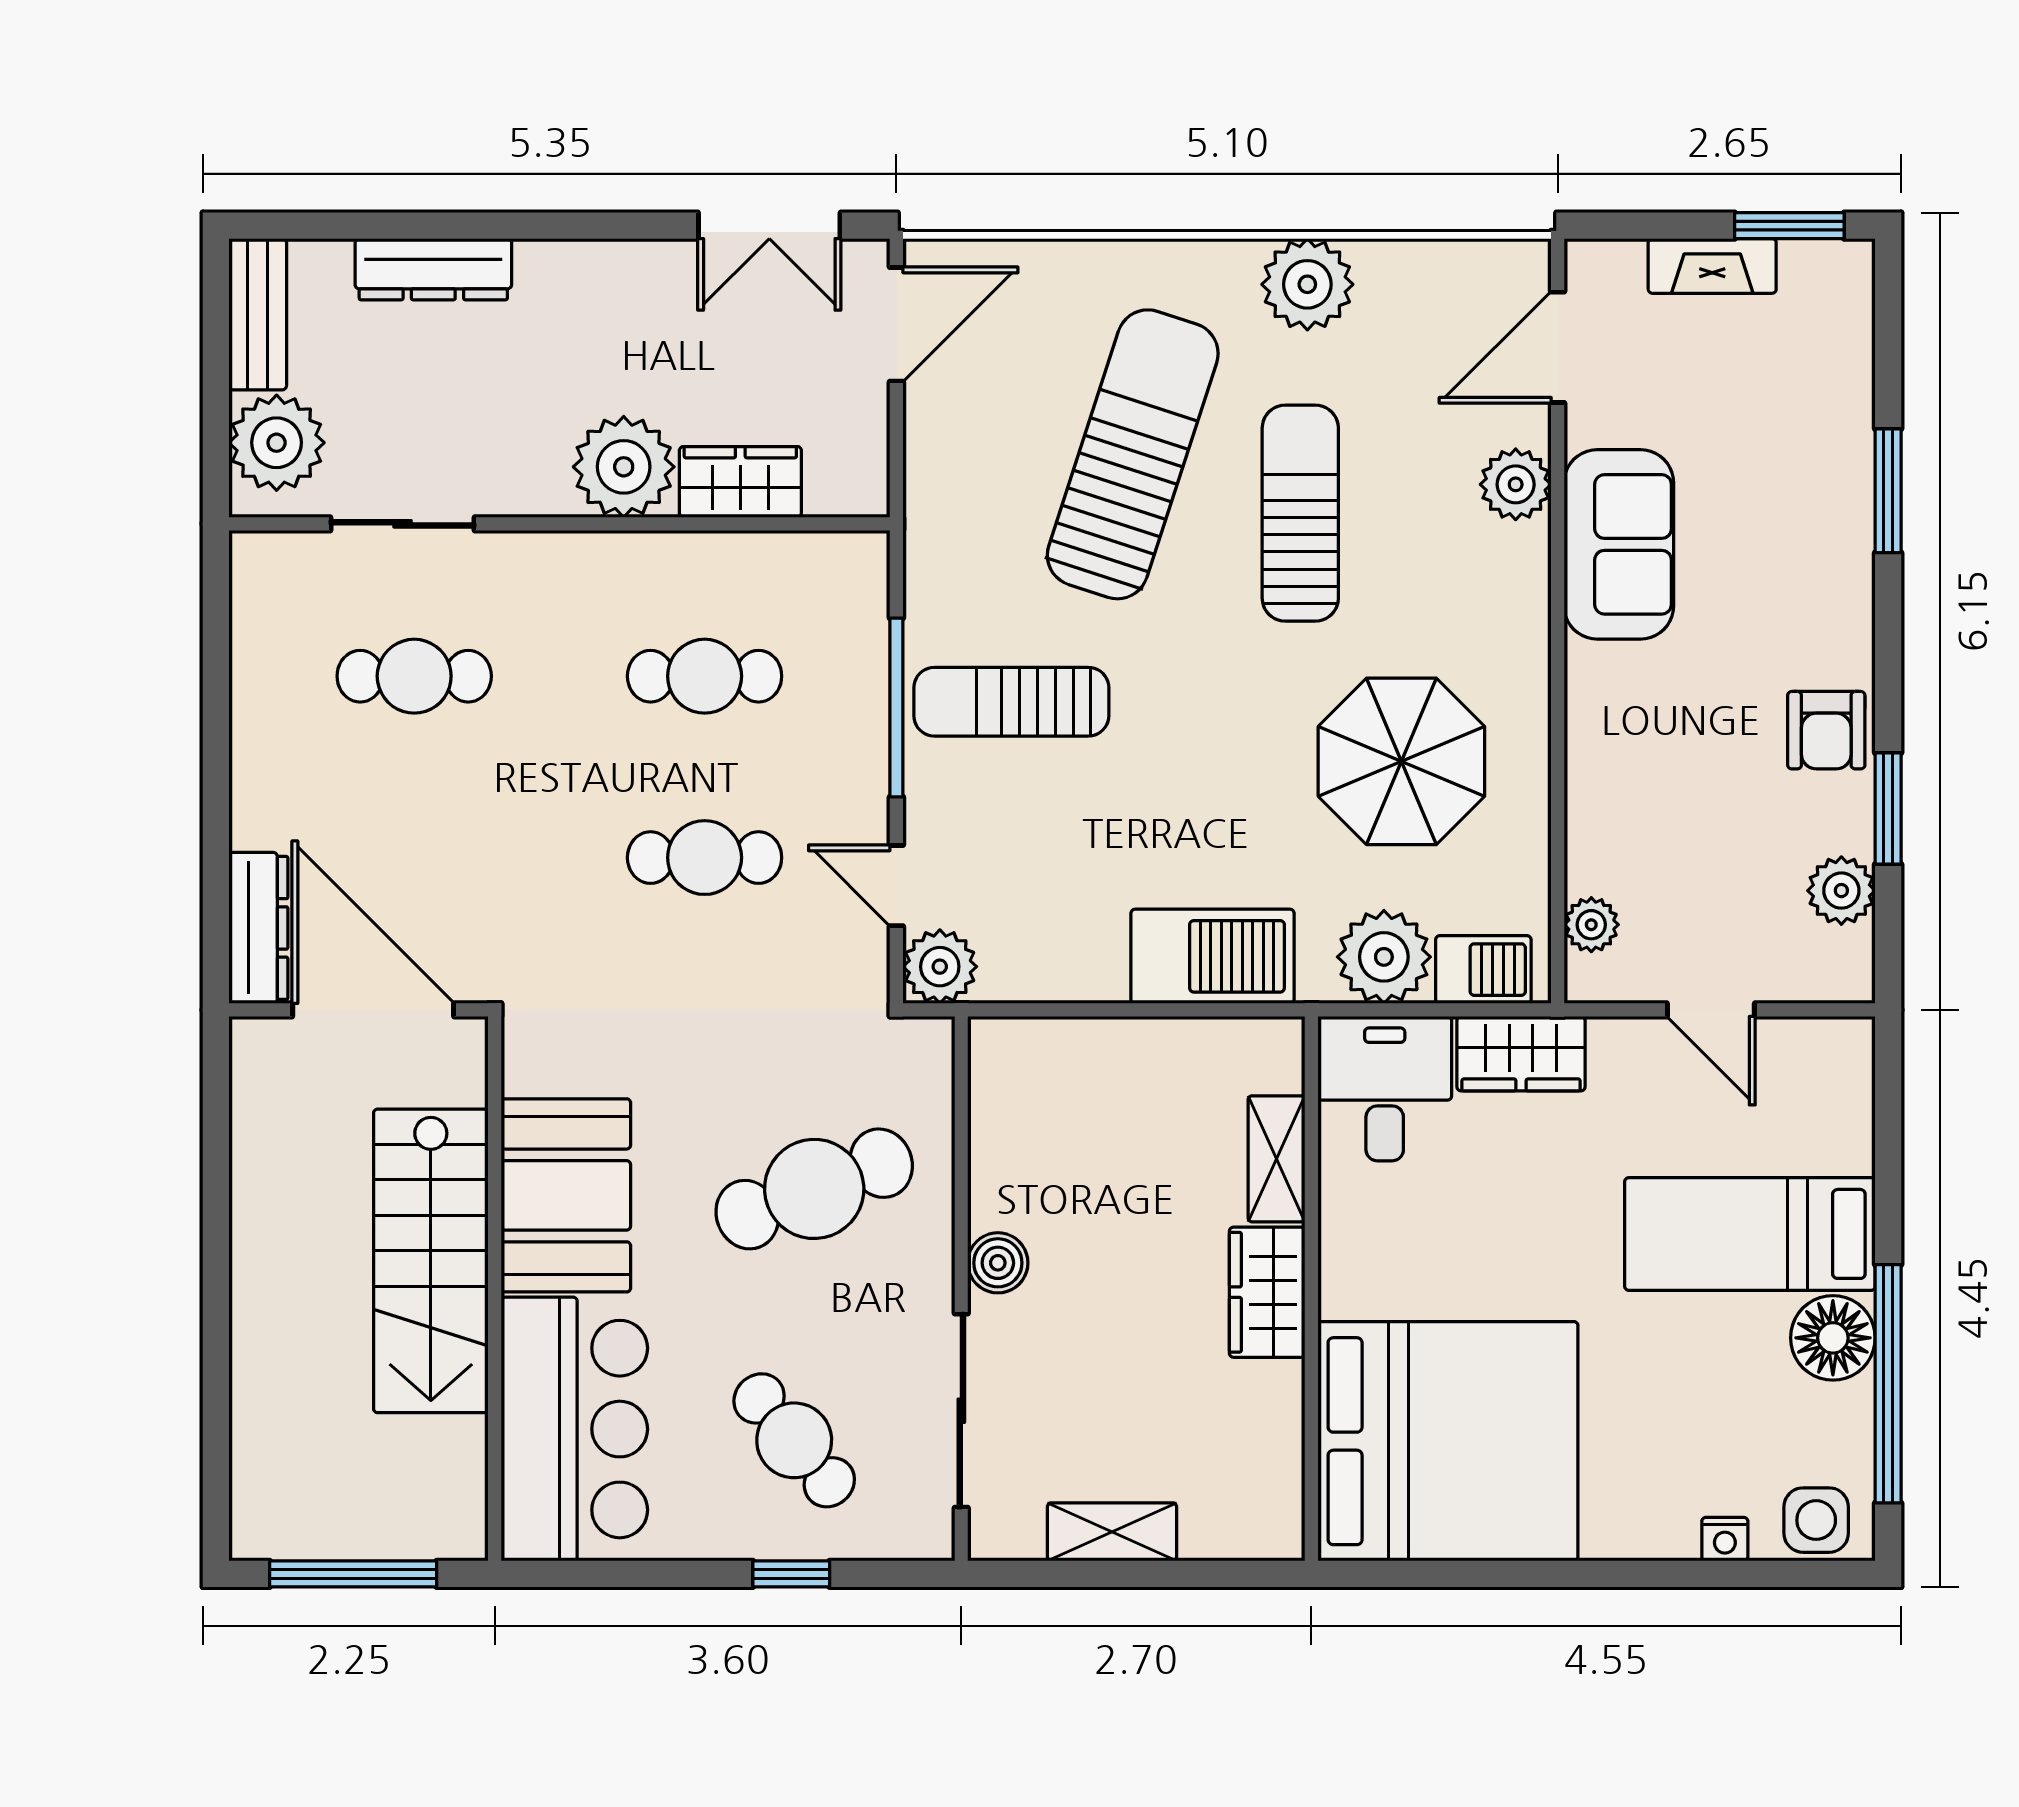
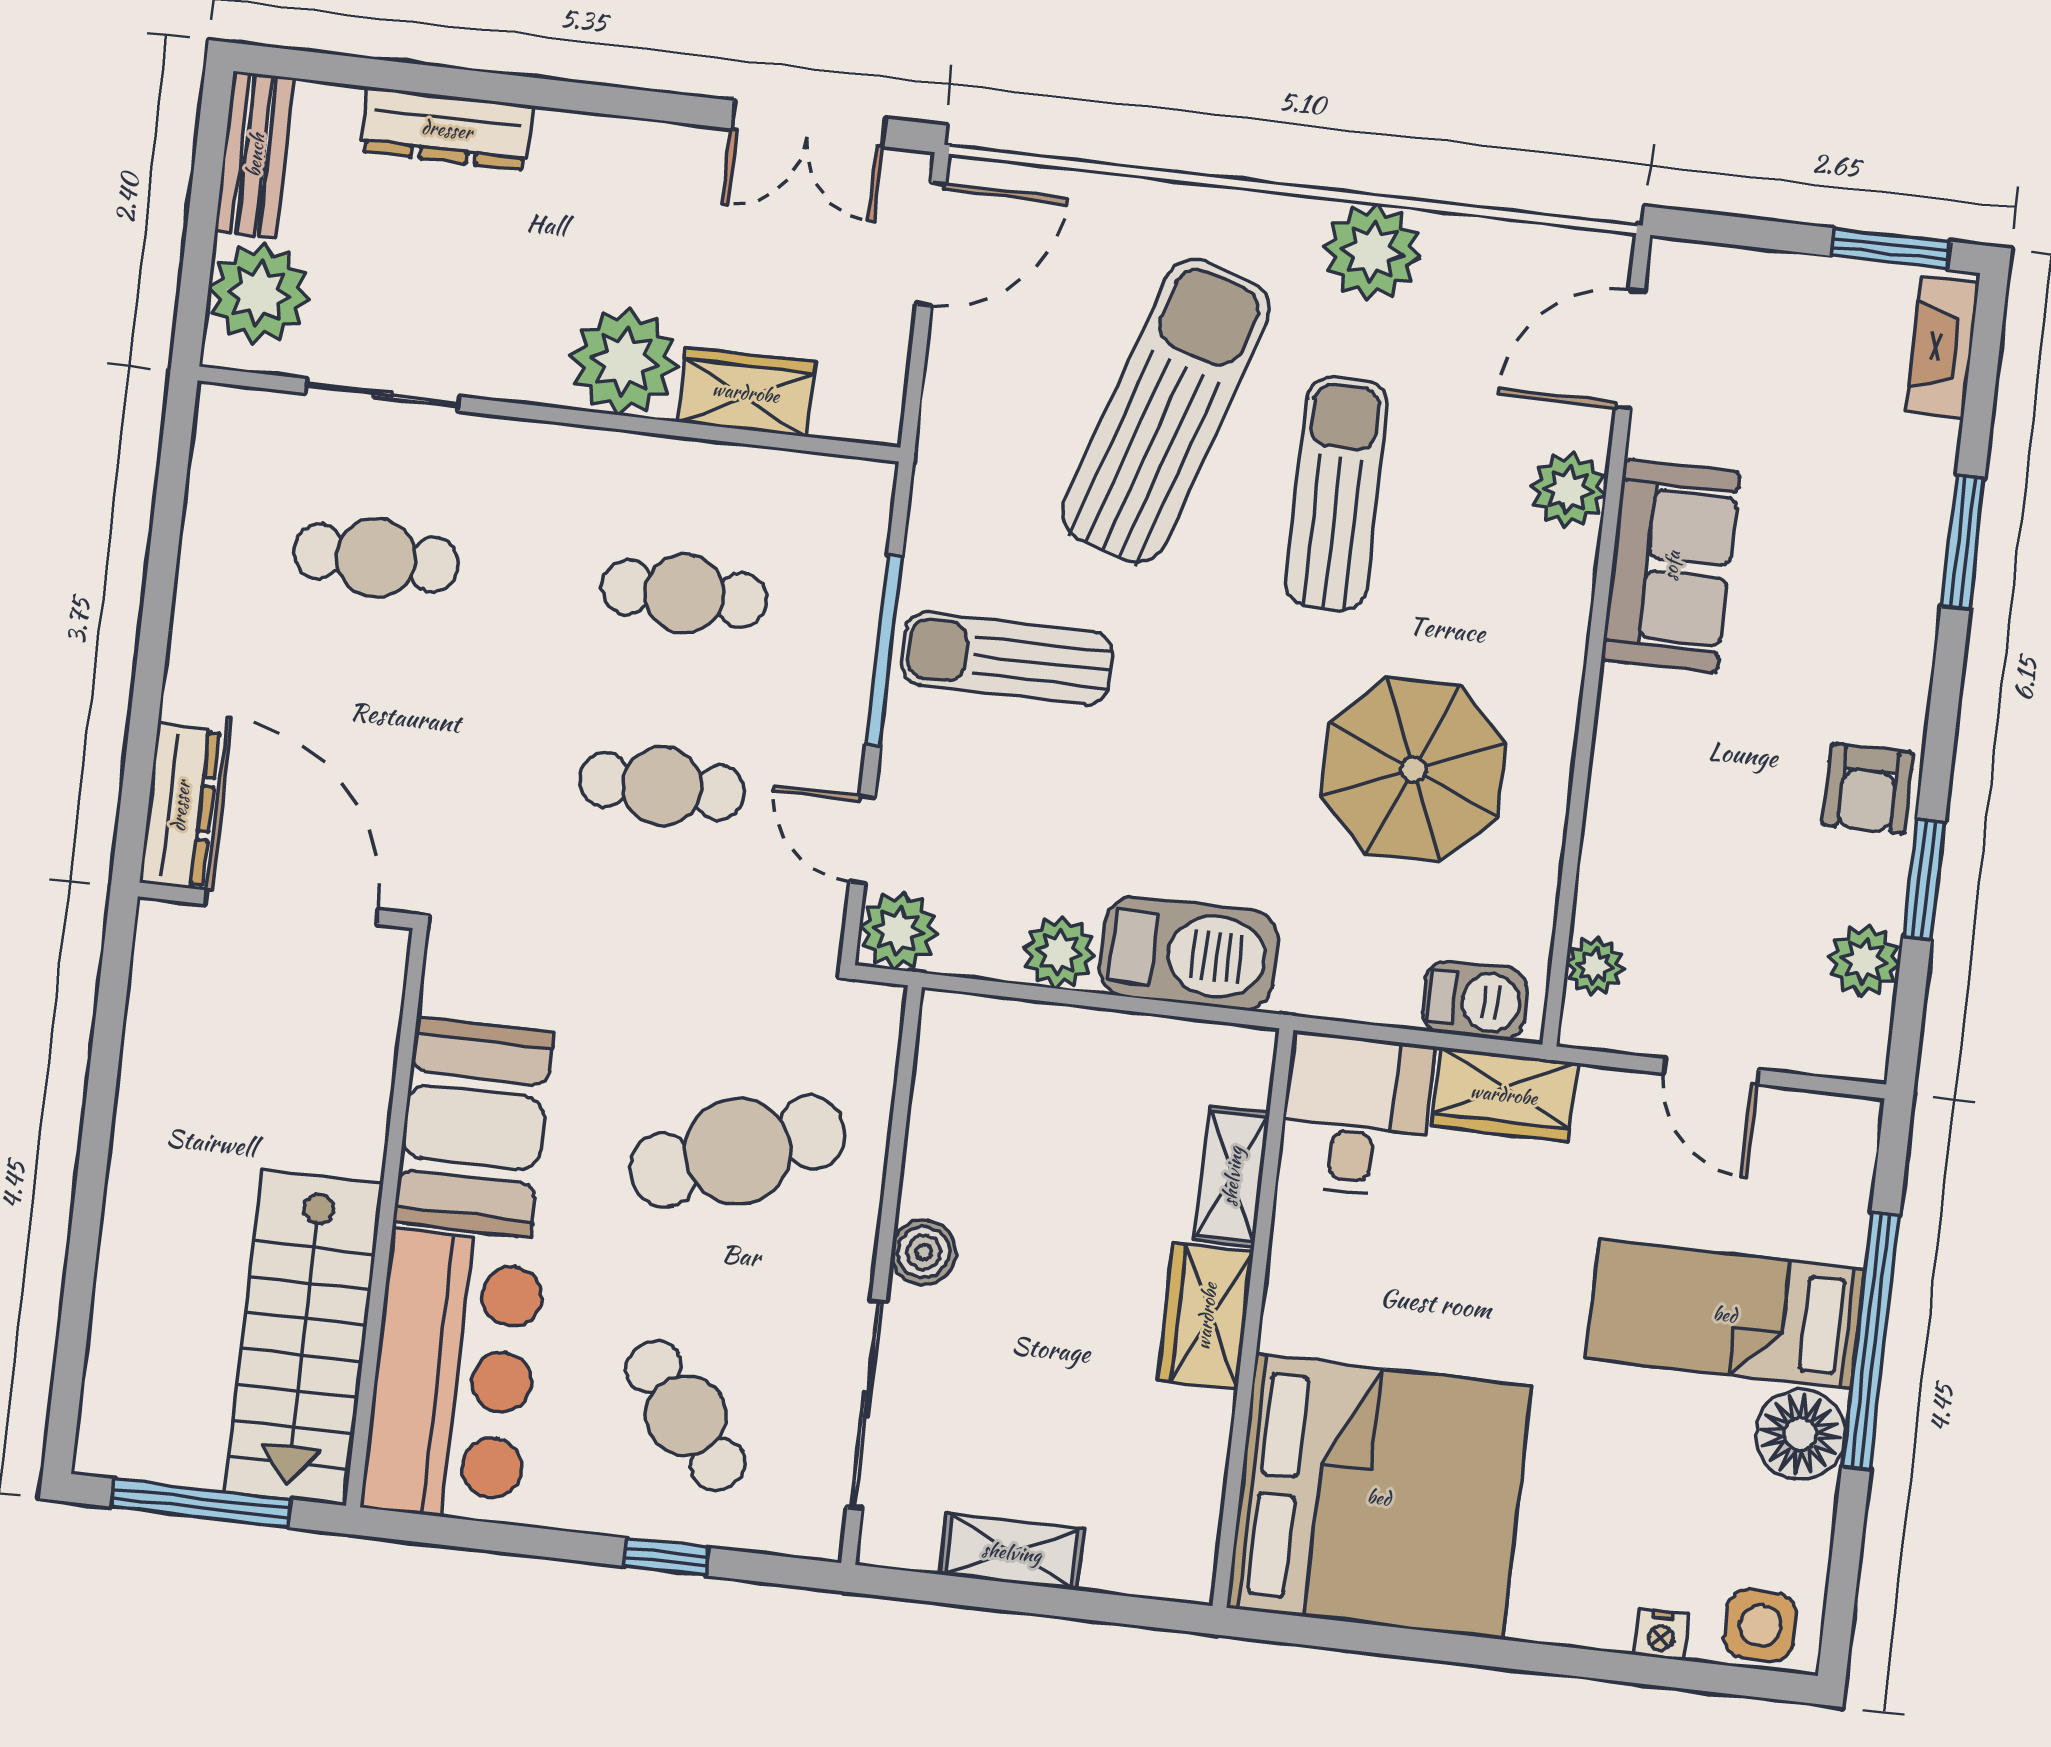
fireplace: (1712, 266) -> (1942, 347), moved, turned 90
plant: (1384, 957) -> (1059, 952), moved, width x0.73, depth x0.73
stairs: (431, 1261) -> (304, 1338), moved
window: (1888, 1384) -> (1871, 1341), moved

